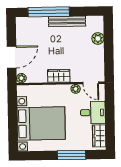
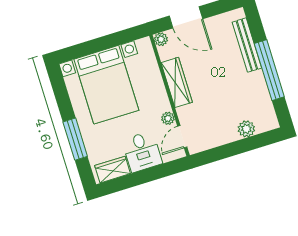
window: (49, 12) -> (269, 70), moved
bench: (67, 21) -> (247, 45), moved
wardrobe: (59, 76) -> (177, 82), width x1.50

